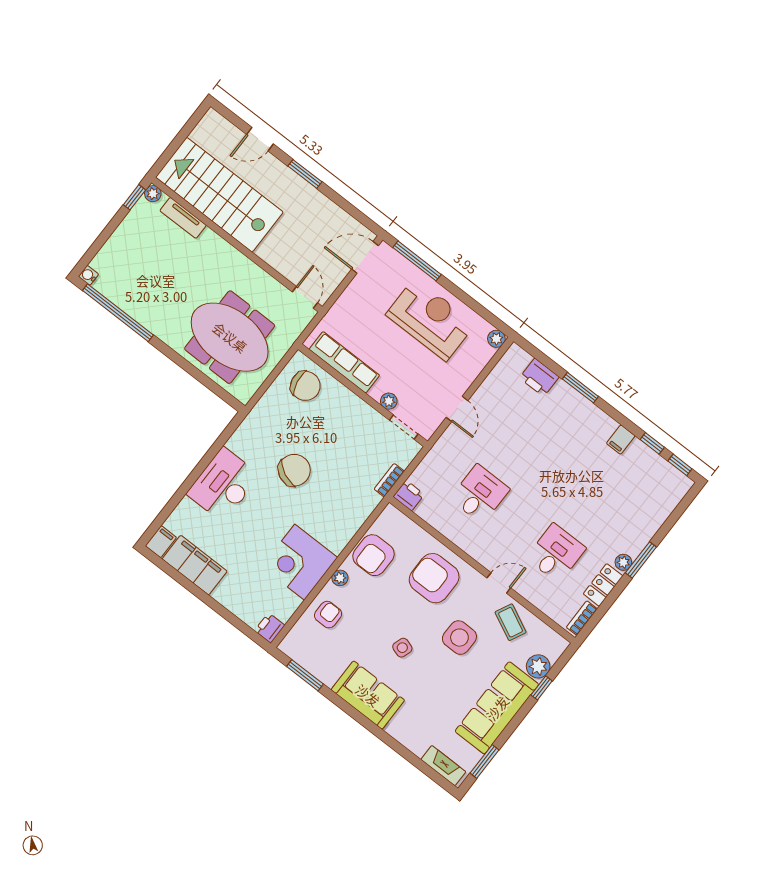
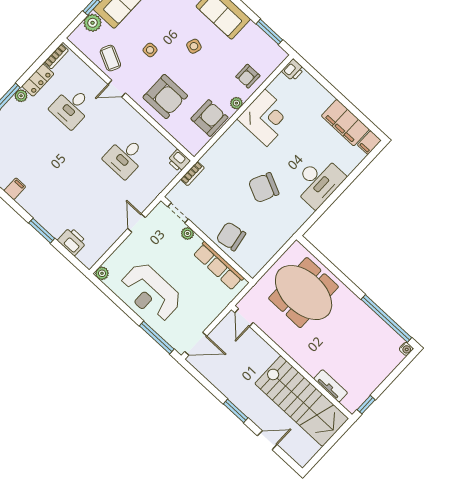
plant: (153, 194) -> (352, 406), removed
chair: (305, 386) -> (231, 236), moved
side table: (459, 638) -> (150, 50), width x0.54, depth x0.54

